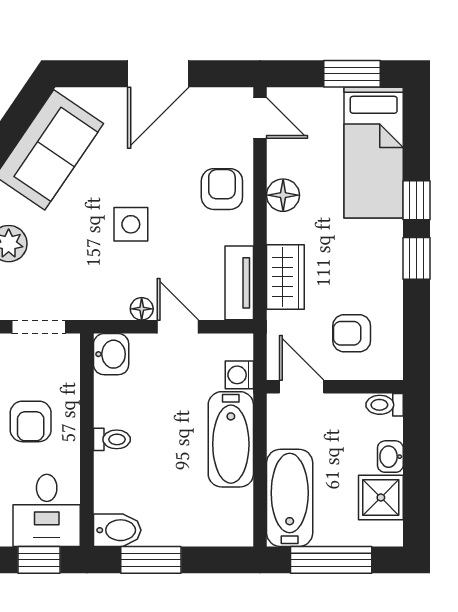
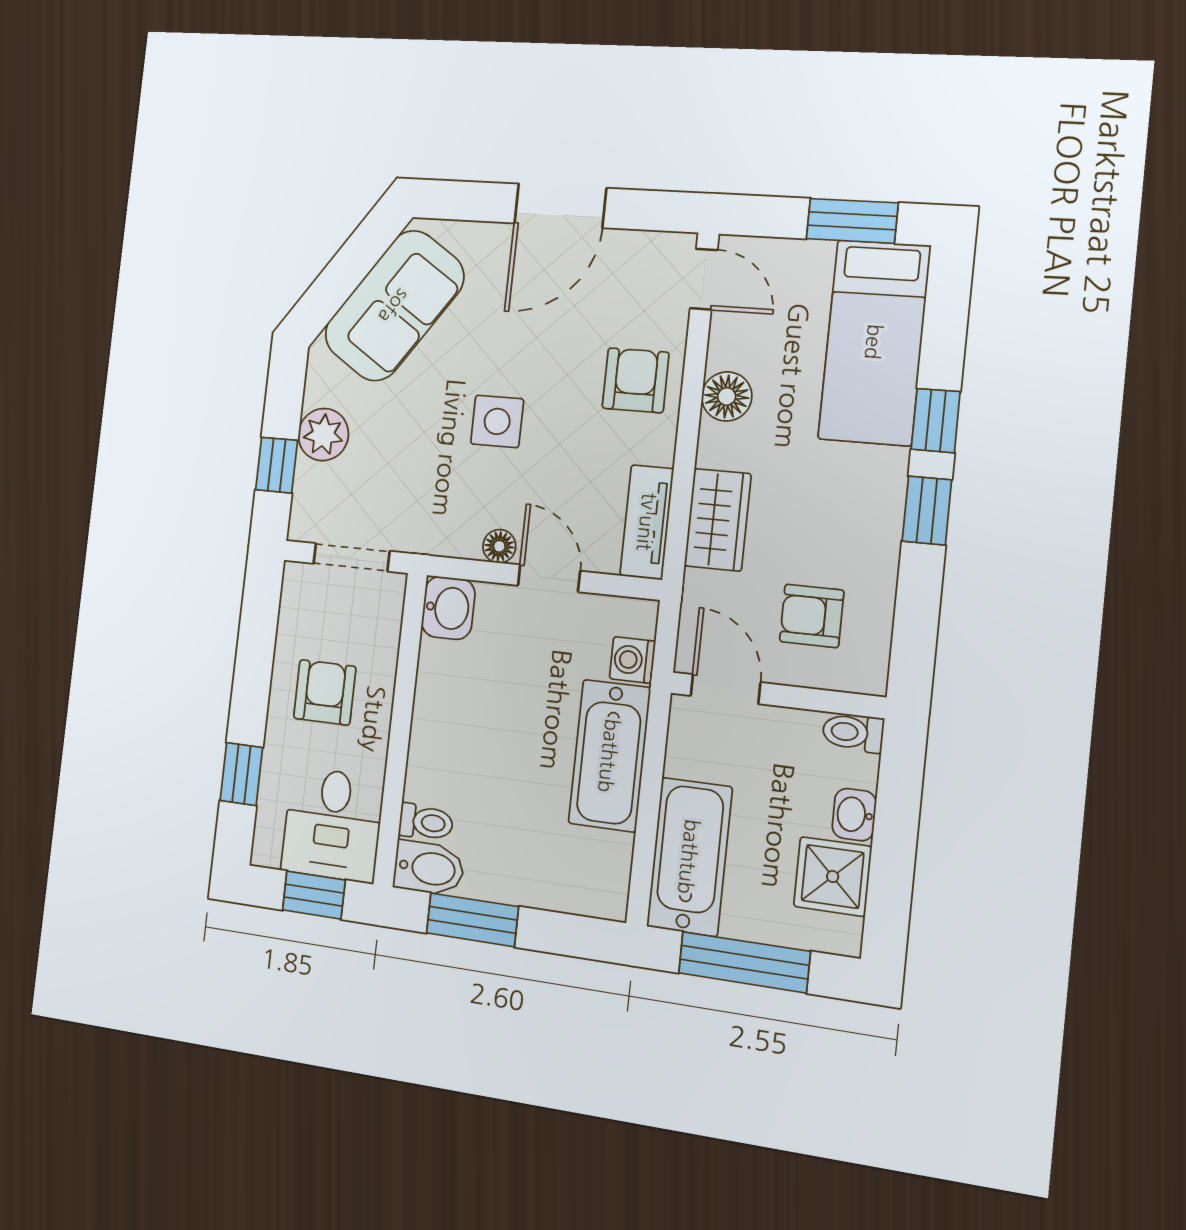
armchair: (31, 421) -> (325, 692), turned 180
toilet: (112, 439) -> (426, 822), moved

